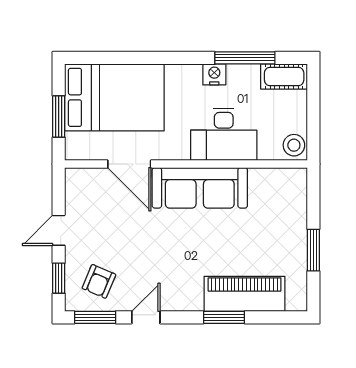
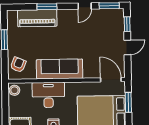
door: (129, 164) -> (111, 80), moved
armchair: (99, 281) -> (18, 65), moved

